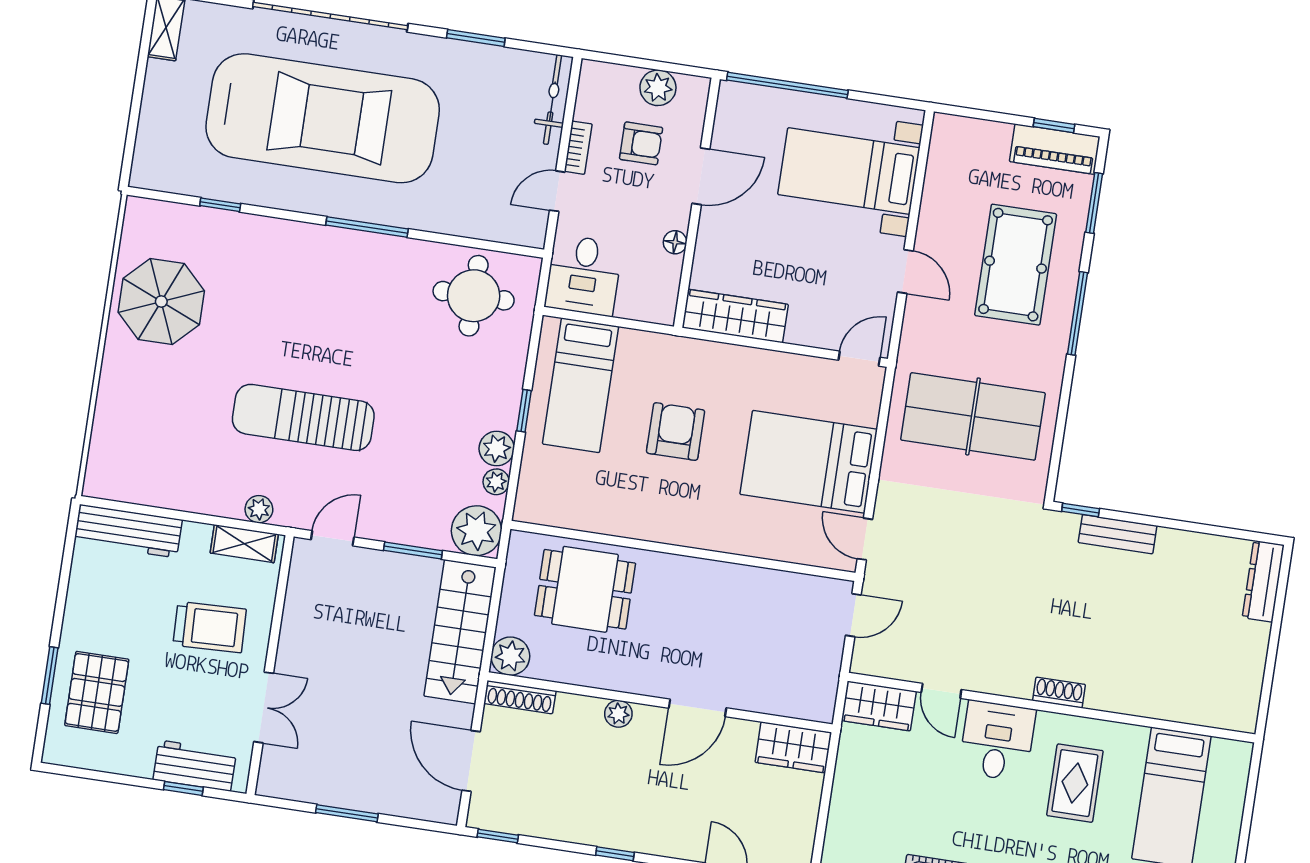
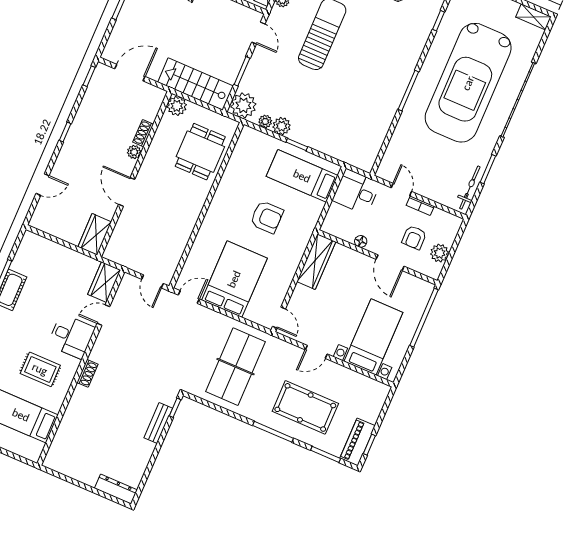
bicycle: (553, 99) -> (470, 188), moved, turned -90
round table: (474, 296) -> (360, 134), removed
shoe rack: (520, 697) -> (143, 133), moved, width x0.70

